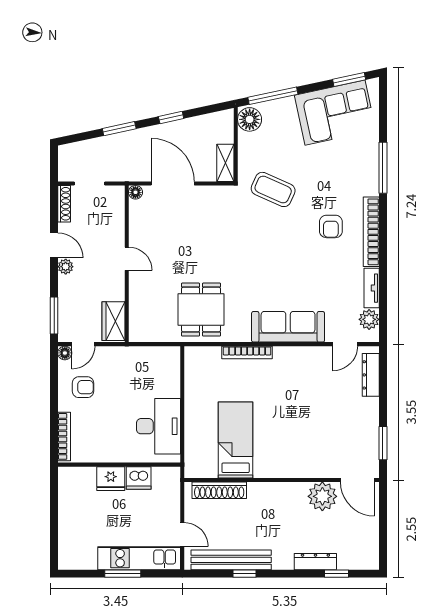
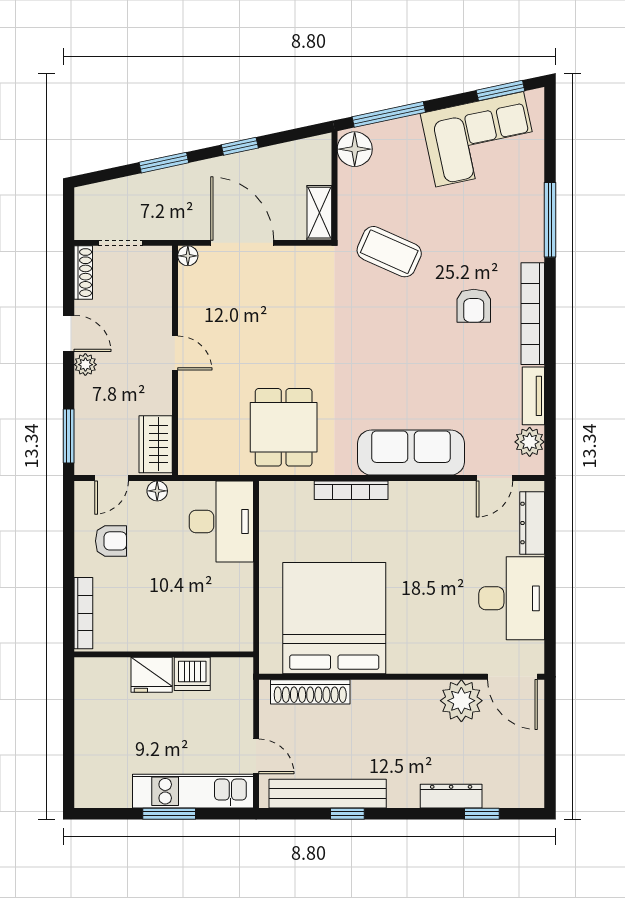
floor lamp: (65, 353) -> (157, 491), moved
desk: (158, 426) -> (221, 522), moved
desk: (357, 426) -> (512, 598), added
bed: (236, 440) -> (334, 618), width x2.04
window: (383, 443) -> (550, 623), removed

